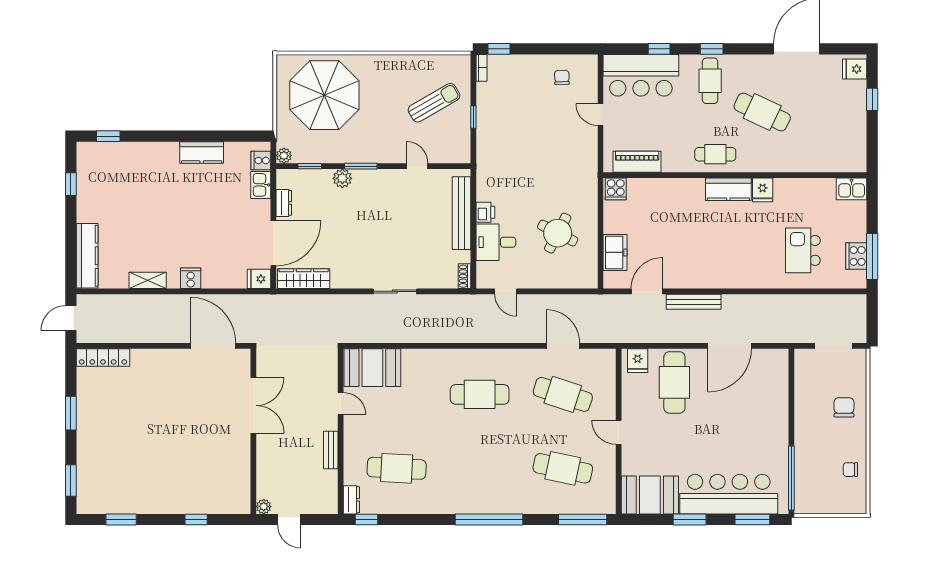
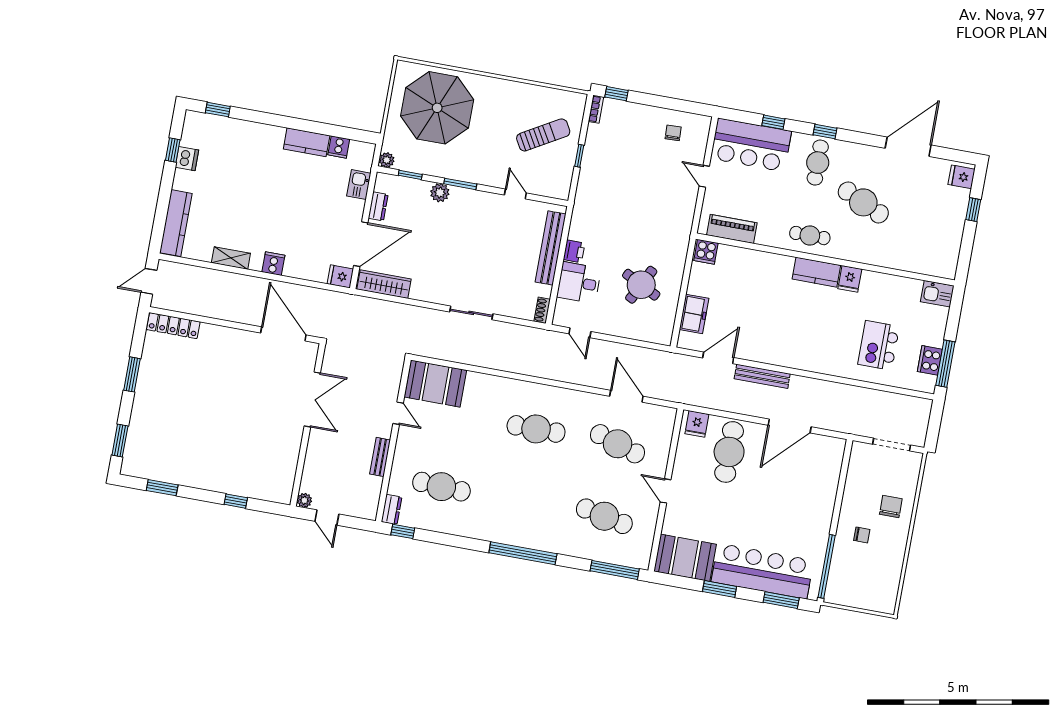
cooker: (261, 160) -> (339, 147), moved, turned -90
dishwasher: (86, 190) -> (187, 159), added
chair: (850, 470) -> (862, 535), moved, turned 180

